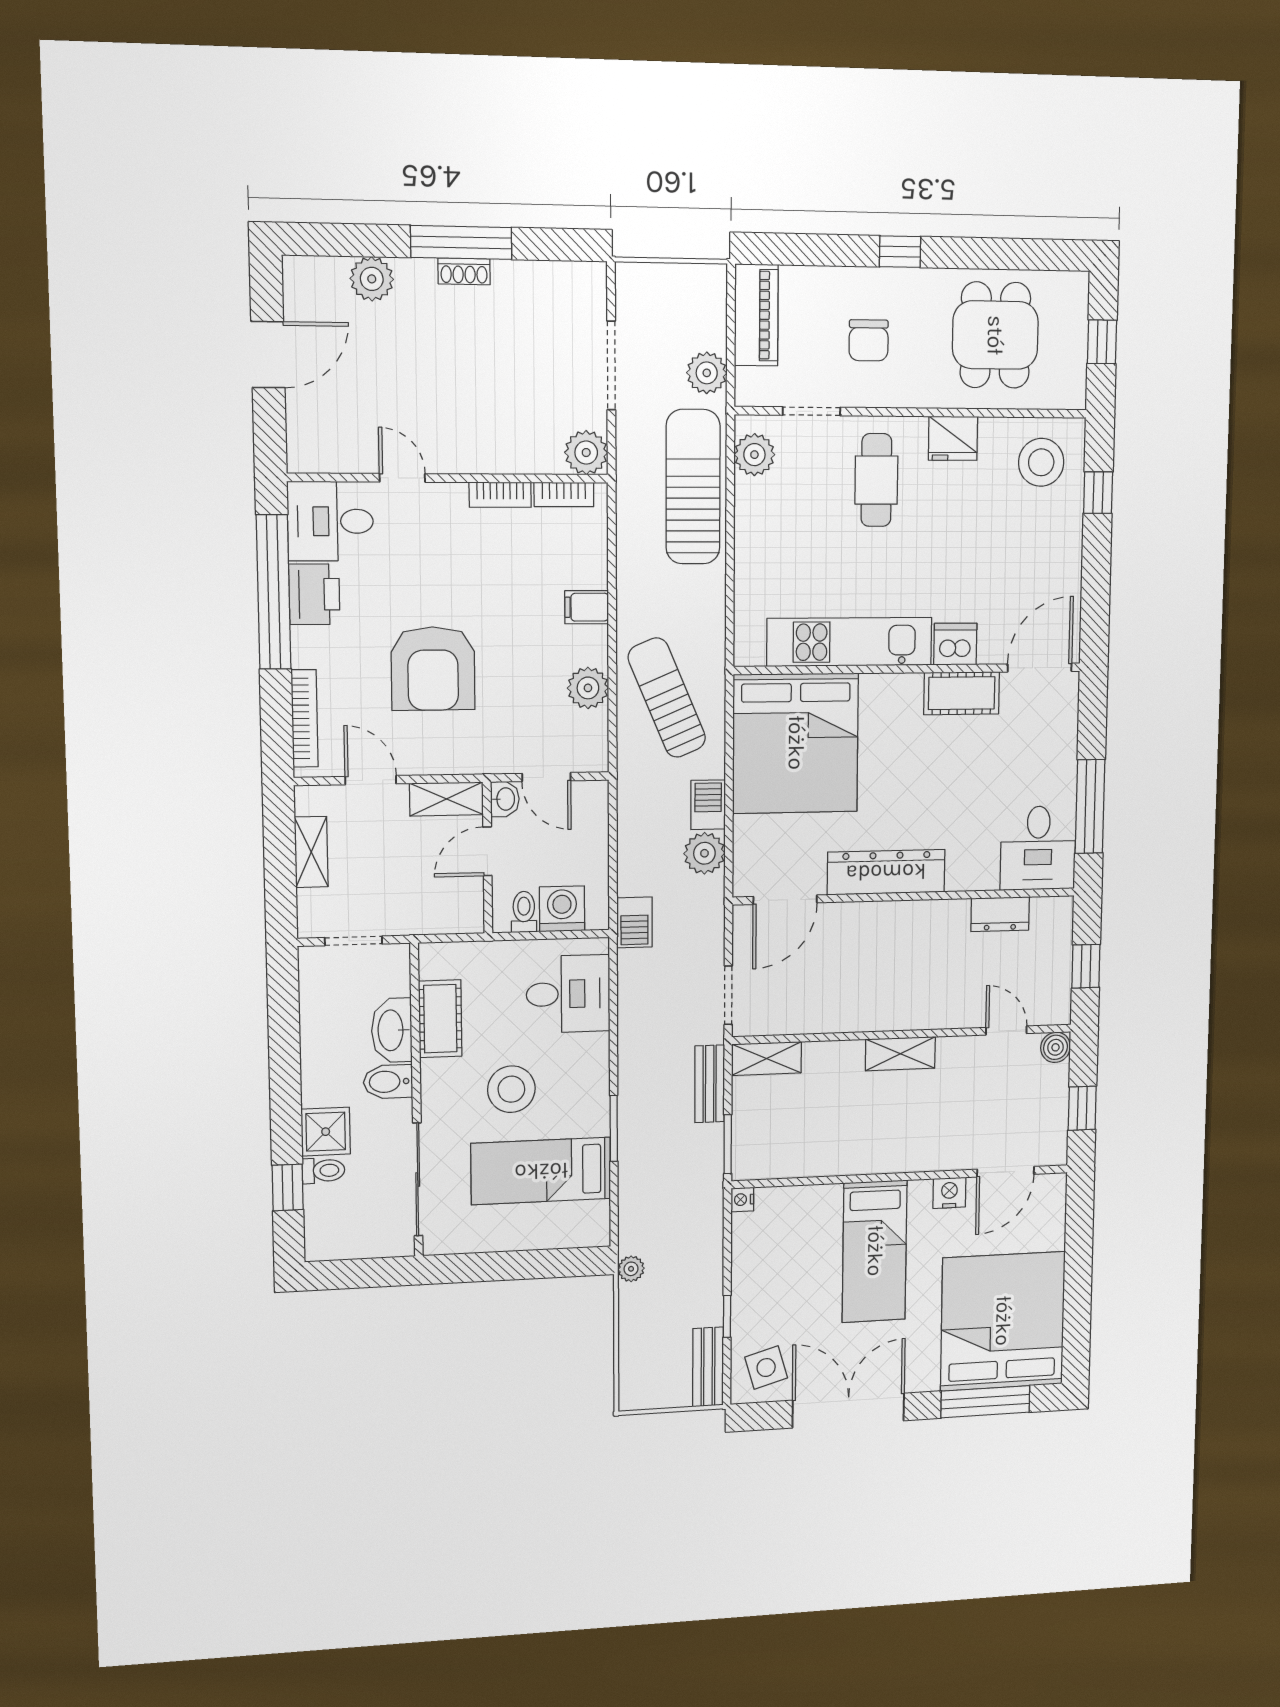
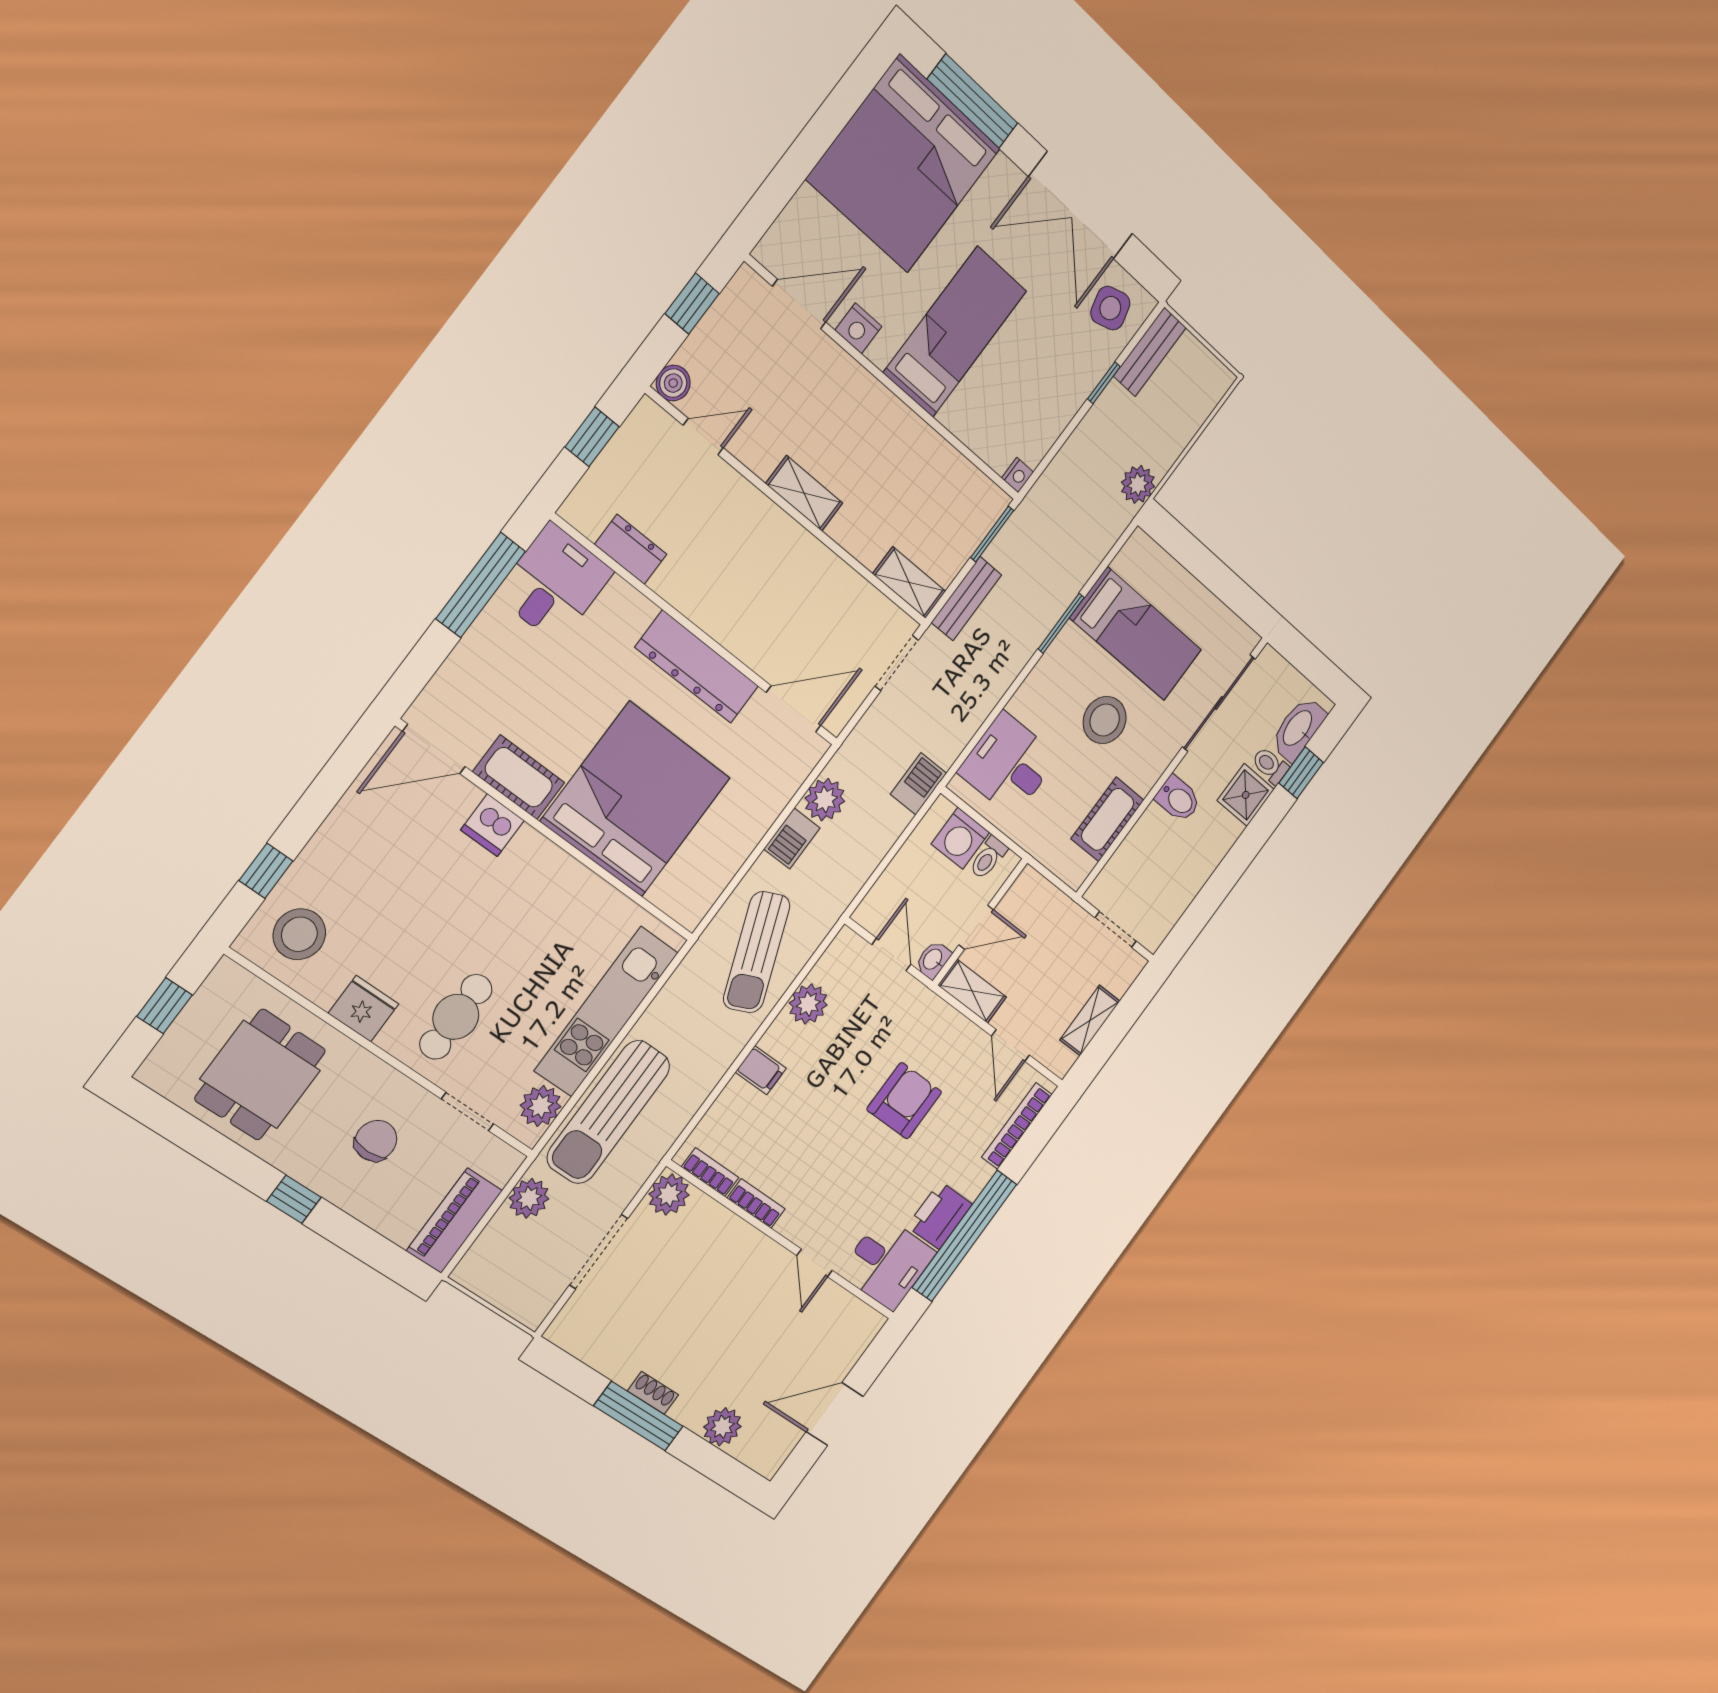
kitchen unit: (850, 642) -> (606, 1012), moved, turned 90
armchair: (433, 668) -> (904, 1101), width x0.73, depth x0.73
bed: (796, 743) -> (636, 799), moved
washbasin: (392, 1030) -> (1298, 729), moved, turned 180
door: (1006, 1030) -> (703, 437), swing flipped
plant: (631, 1269) -> (1138, 484), width x1.38, depth x1.38

